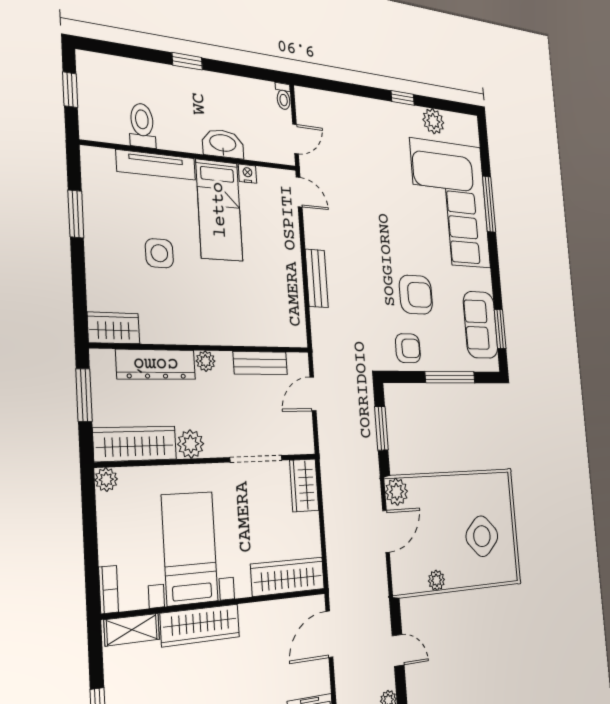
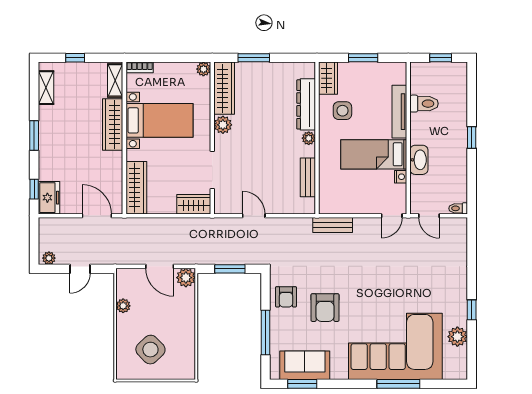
wardrobe: (114, 328) -> (328, 78), moved
wall: (204, 348) -> (317, 138), moved
plant: (206, 361) -> (309, 138), moved
bench: (260, 363) -> (308, 177), moved
dresser: (156, 364) -> (306, 104), moved

